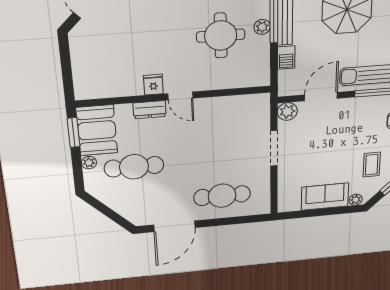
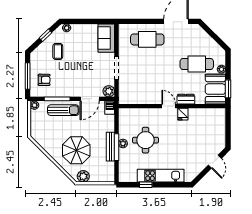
barbecue: (286, 58) -> (110, 108), moved
sofa: (325, 197) -> (106, 38), moved, turned 90

